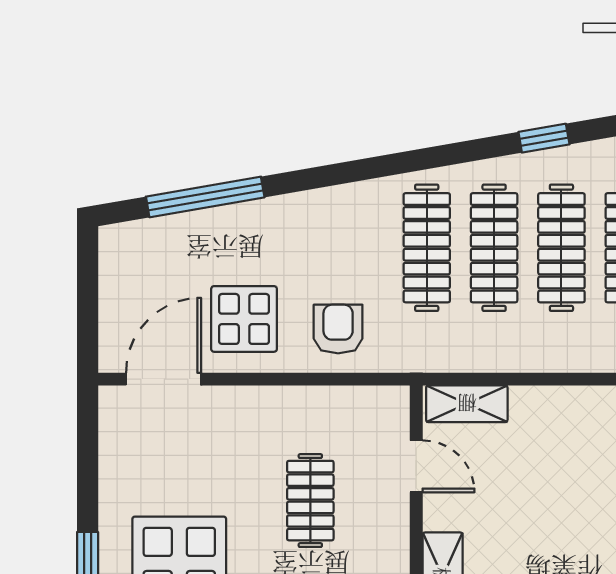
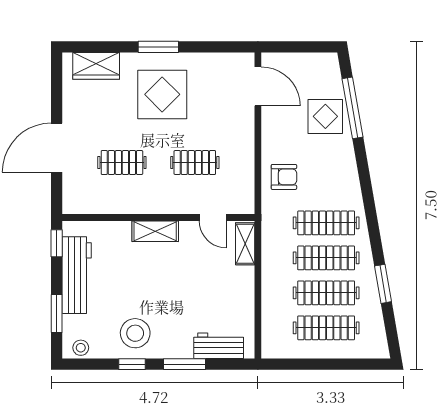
window: (544, 138) -> (383, 284), width x1.50
display table: (244, 319) -> (325, 116), moved
door: (416, 466) -> (213, 217), hinge flipped

